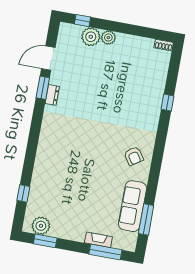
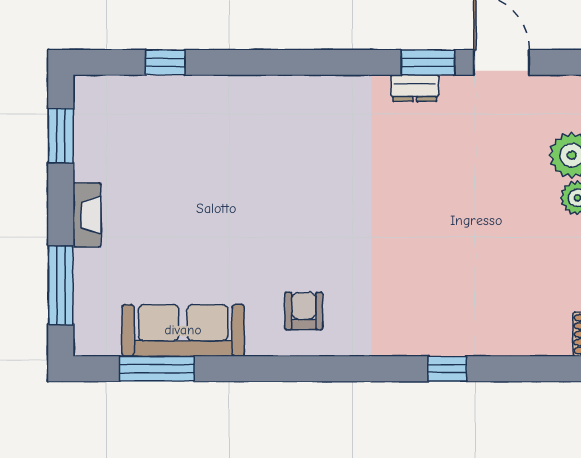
armchair: (134, 156) -> (304, 311), turned 123
plant: (41, 226) -> (95, 119), removed
fireplace: (98, 240) -> (87, 215), moved

